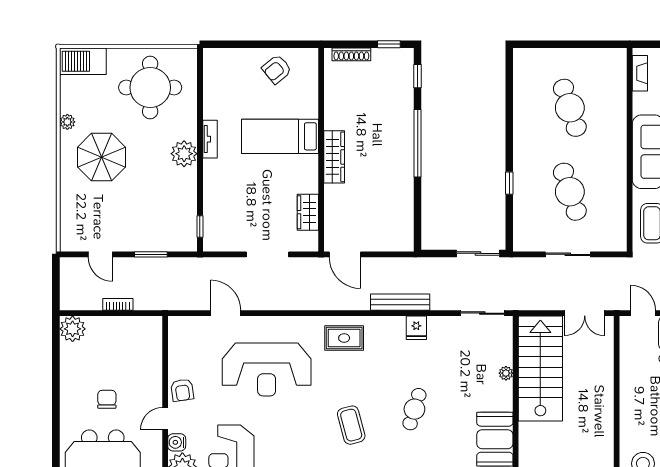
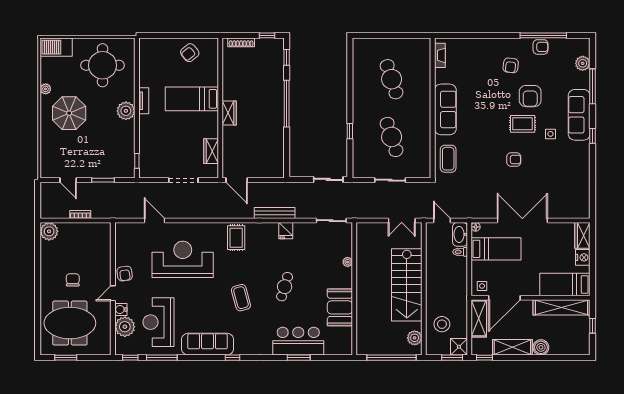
wardrobe: (334, 157) -> (229, 113), width x0.67
rug: (344, 338) -> (236, 238), turned 90
stairs: (540, 368) -> (407, 285), moved, turned 180
reception desk: (267, 369) -> (183, 259), turned 180

